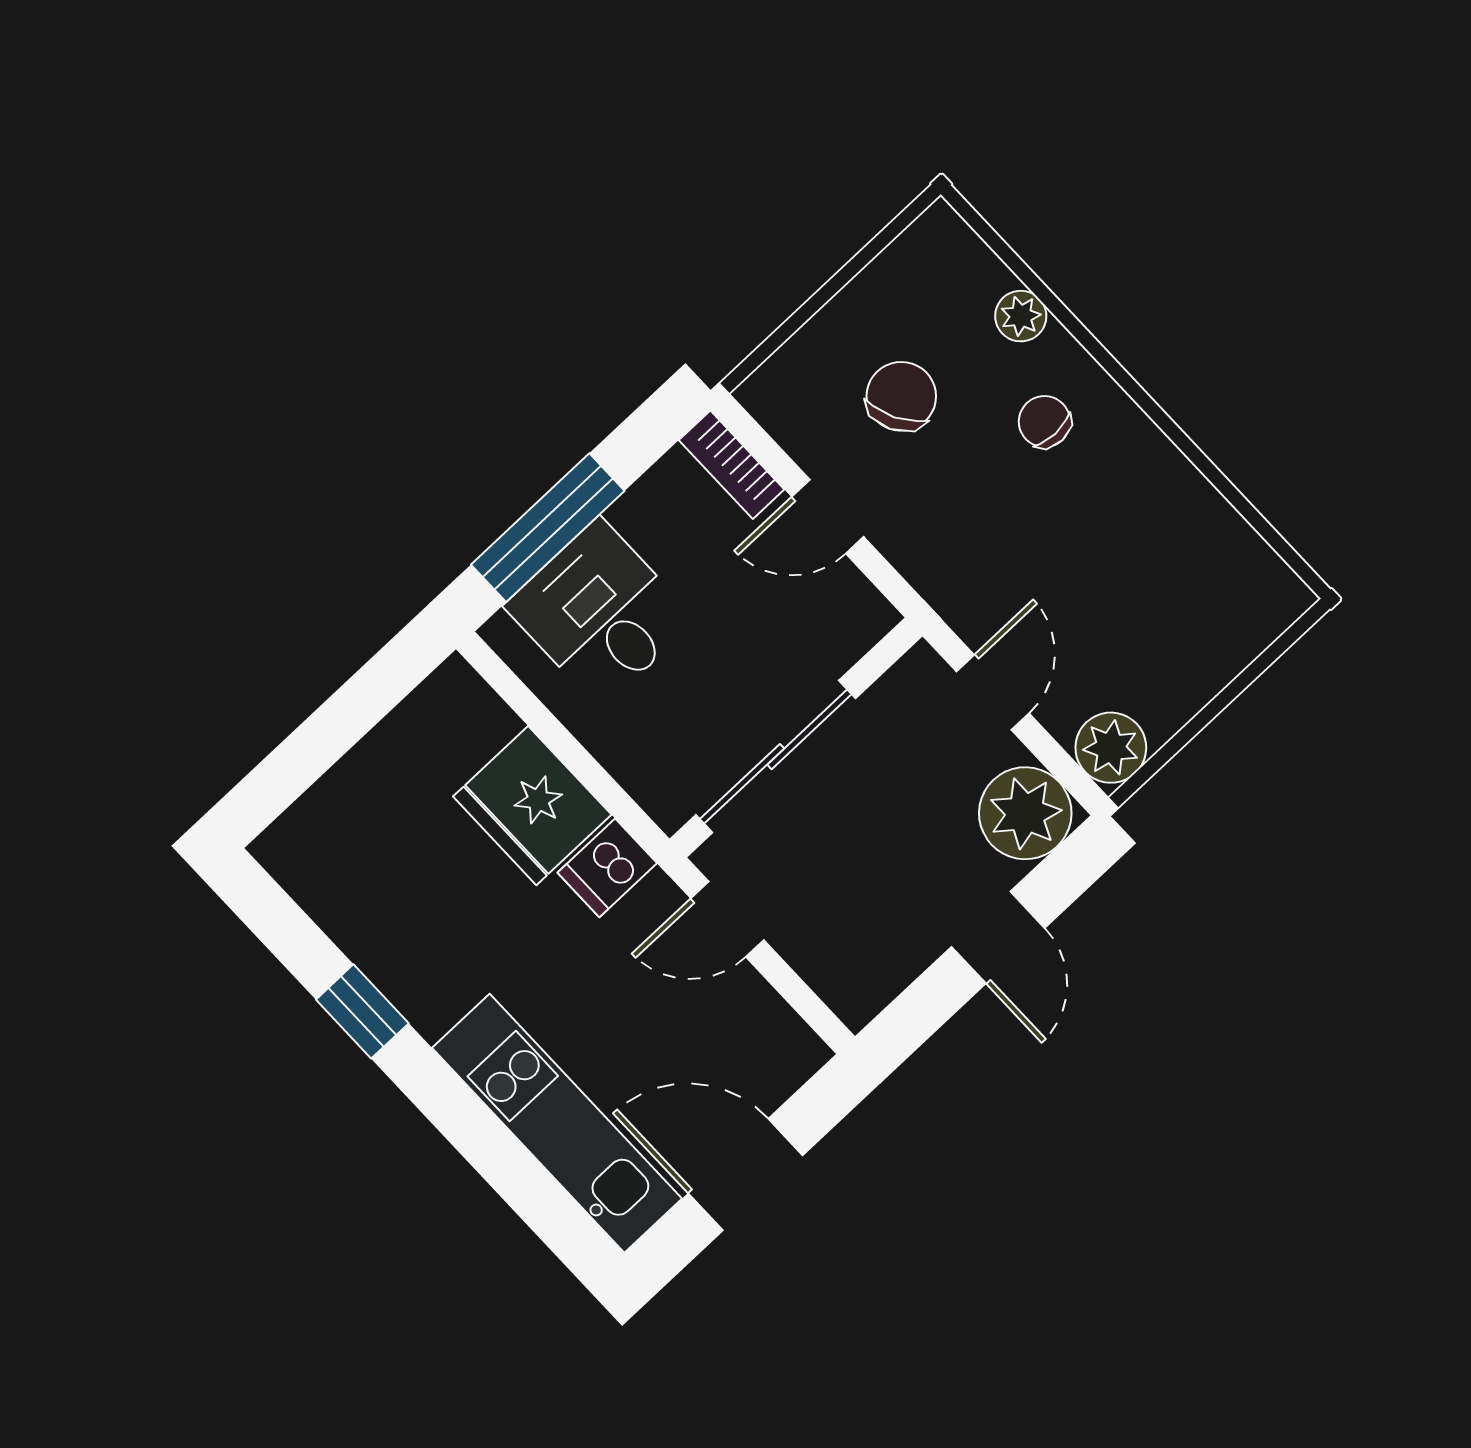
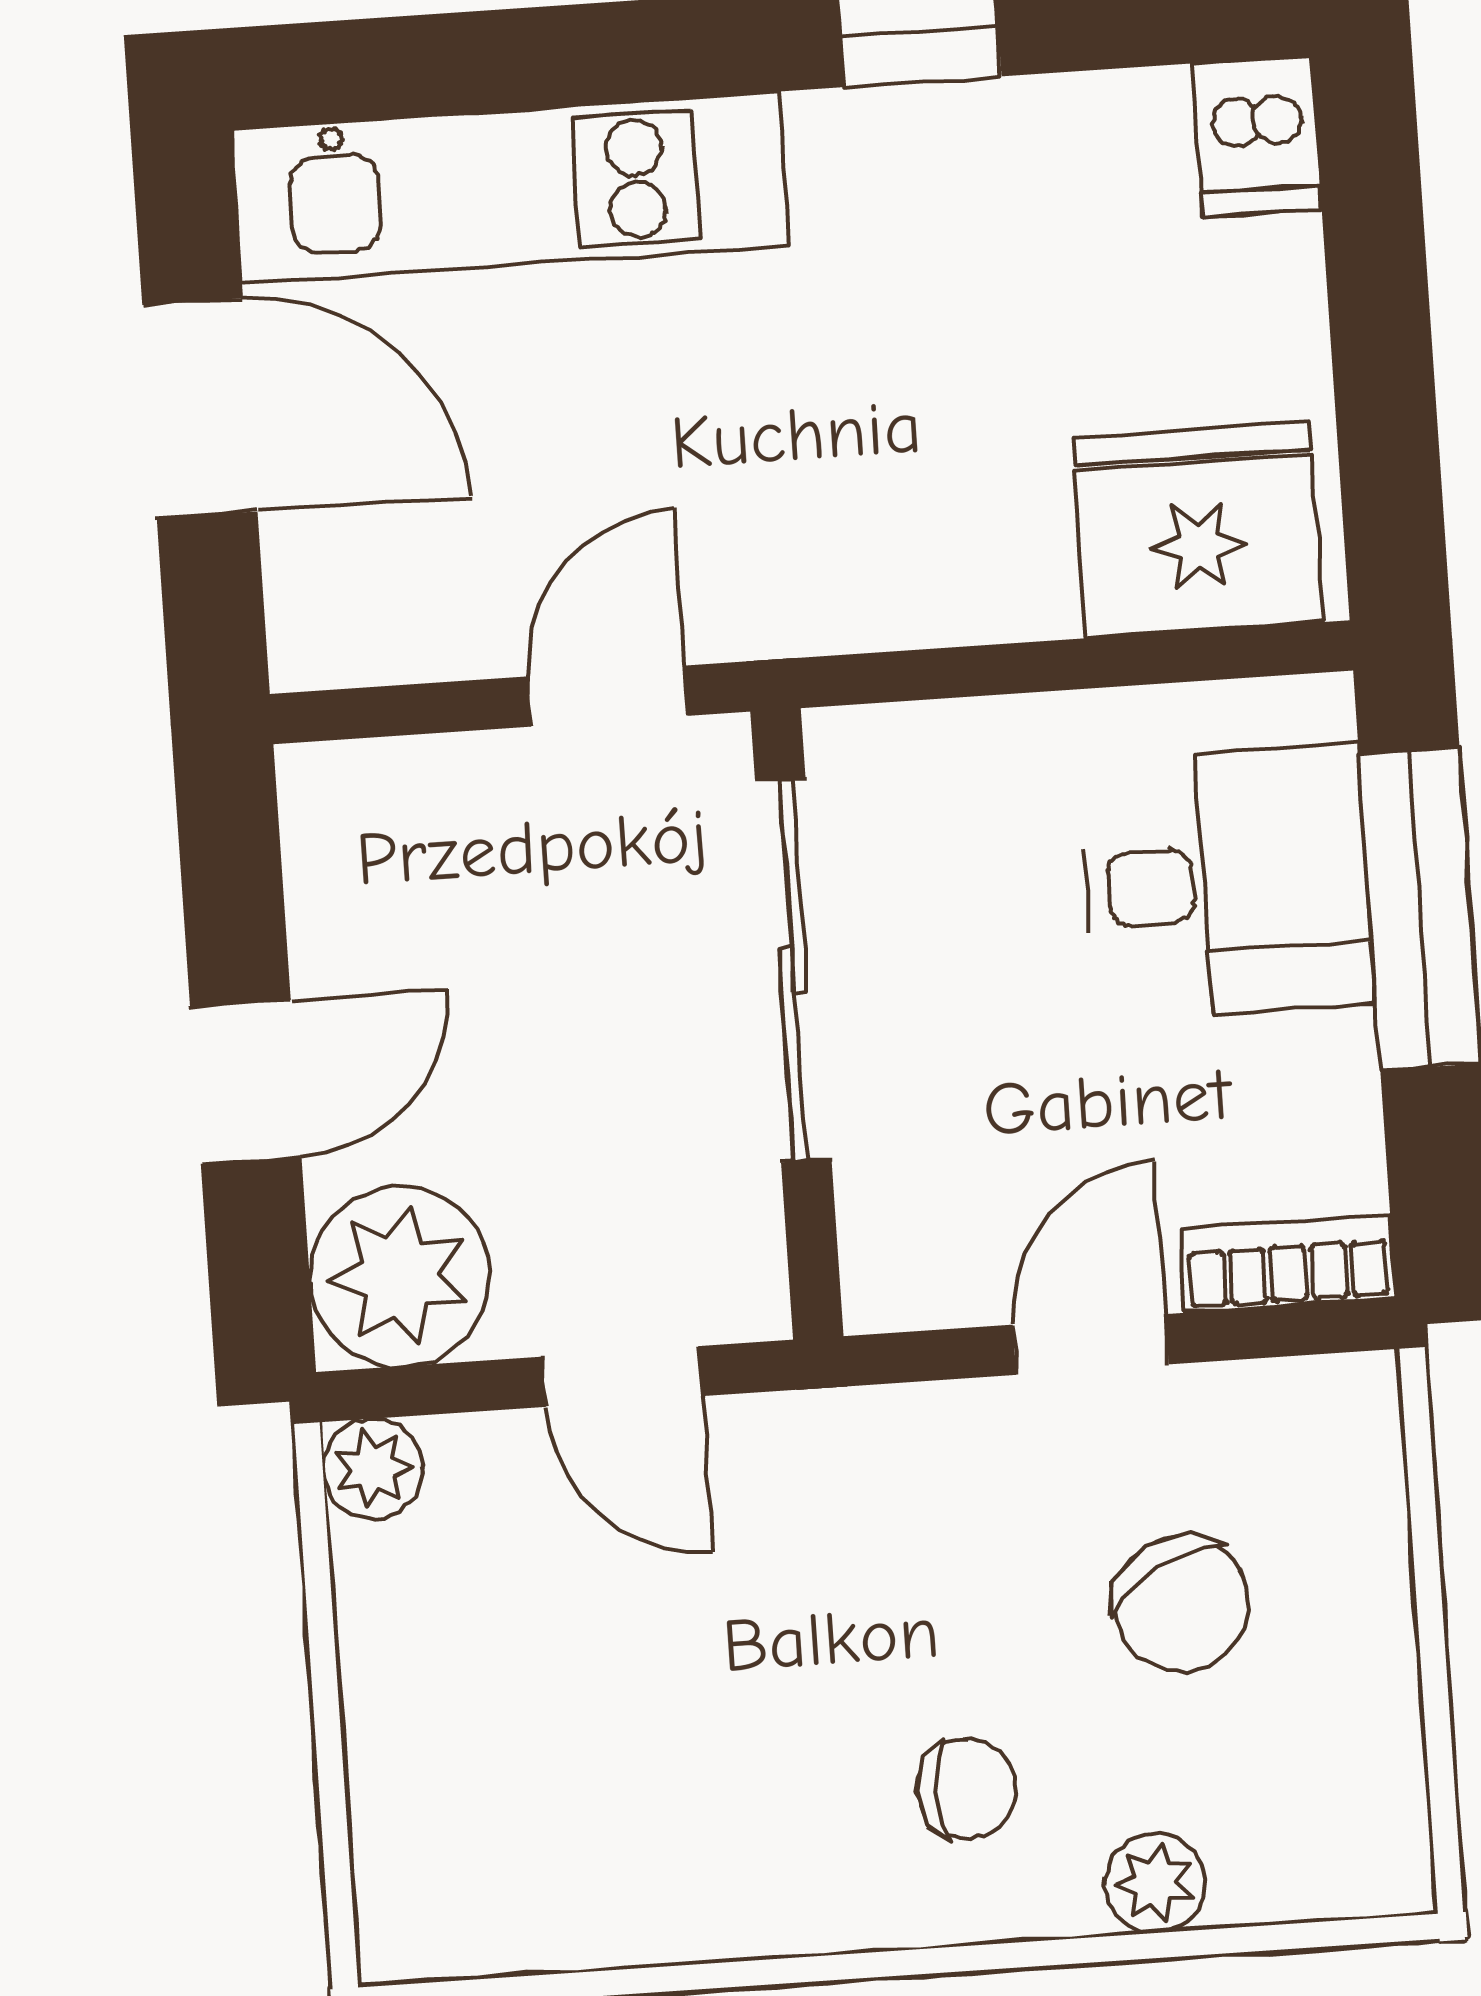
plant: (1111, 748) -> (373, 1469), width x0.73, depth x0.73
fridge: (532, 806) -> (1198, 530), moved
dishwasher: (607, 868) -> (1257, 136), moved, turned 180
door: (998, 937) -> (246, 1082), swing flipped
door: (746, 1175) -> (200, 408), hinge flipped

